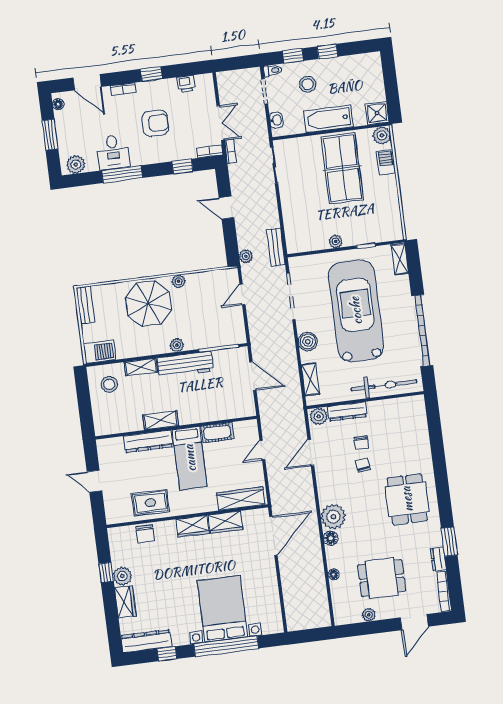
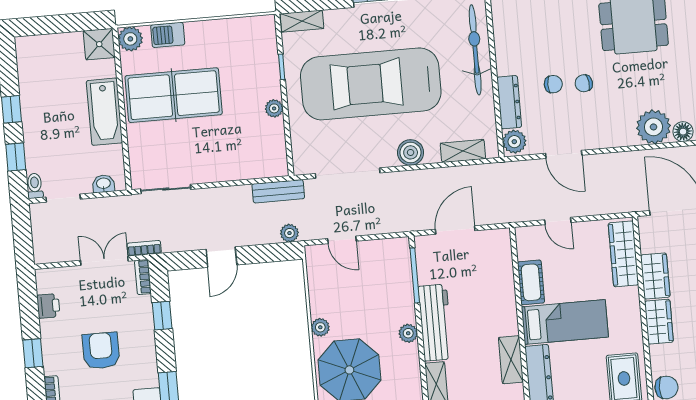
stool: (308, 84) -> (56, 138), removed

